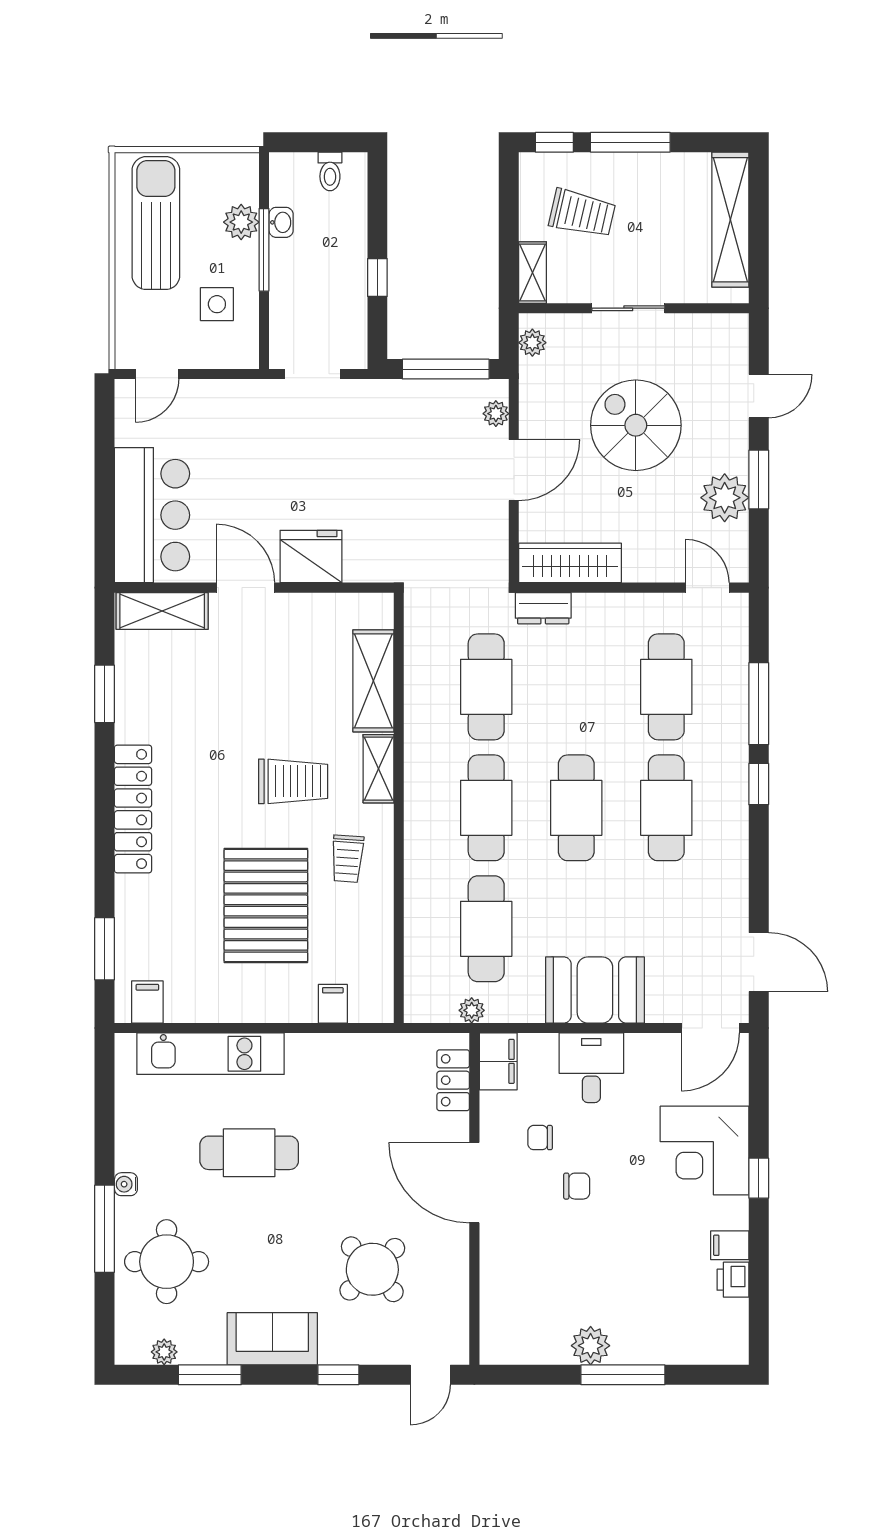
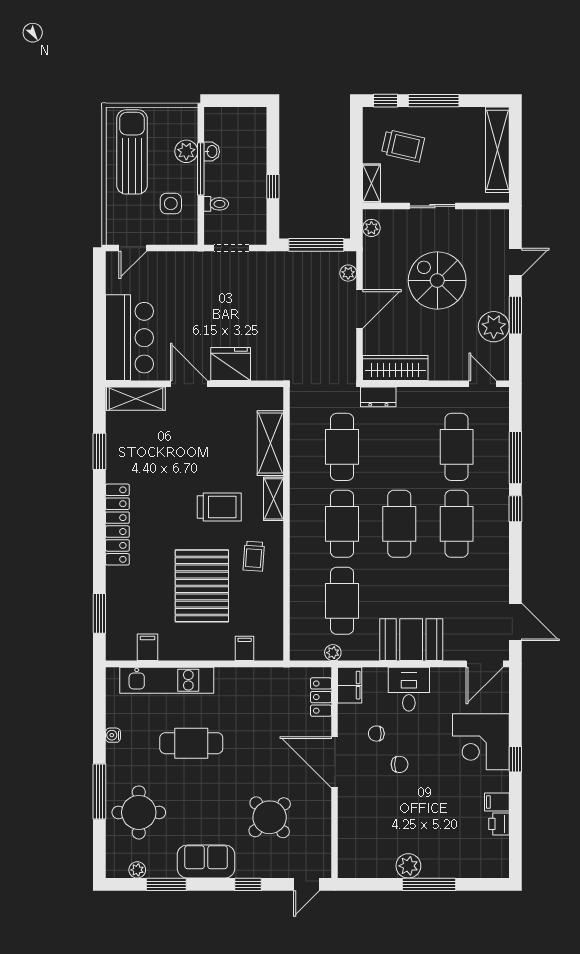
toilet: (330, 171) -> (216, 204), moved, turned -90
filing cabinet: (147, 1002) -> (148, 647), moved
water cooler: (126, 1184) -> (113, 735), moved

